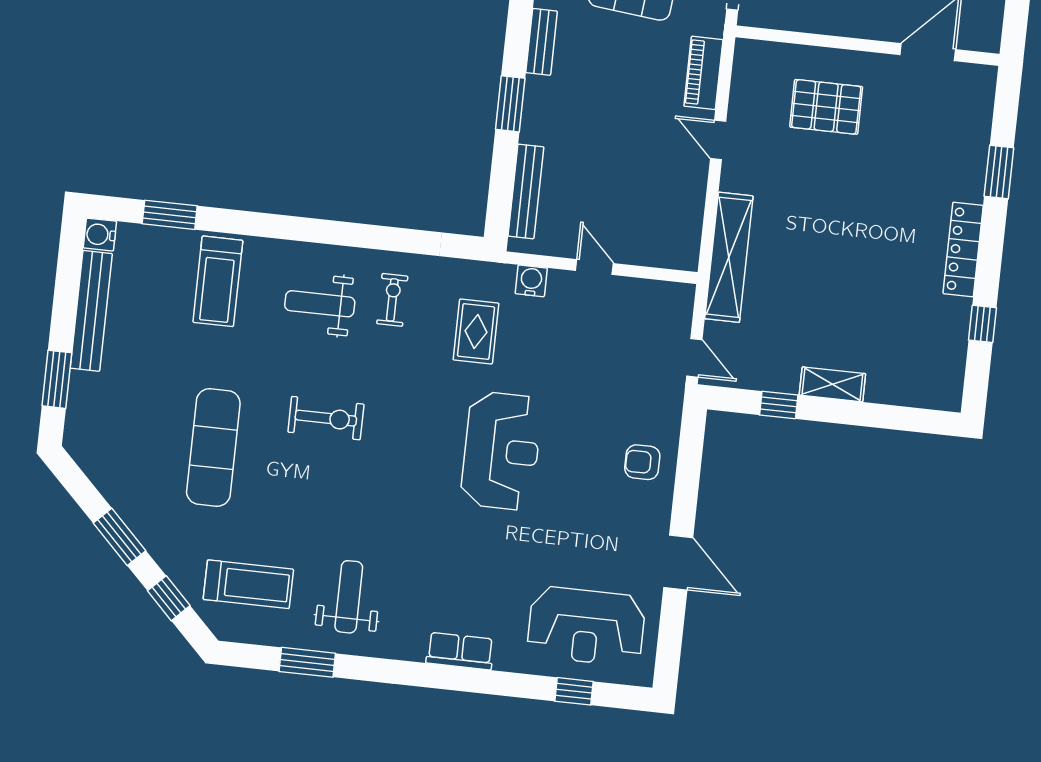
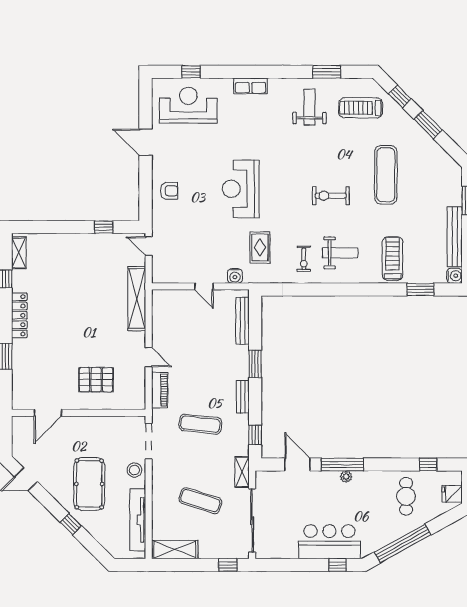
shelving: (832, 384) -> (19, 253), moved, turned 90
weight bench: (349, 597) -> (309, 107), turned 180

